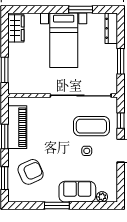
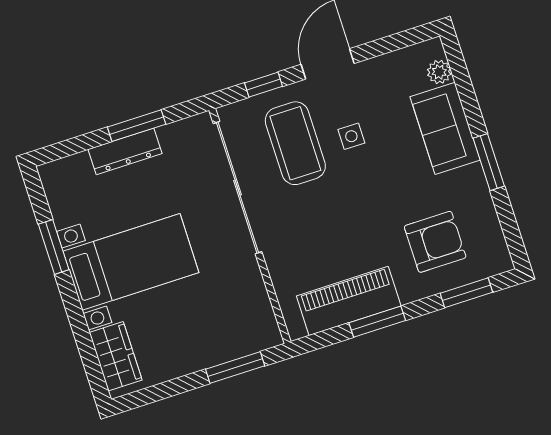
wardrobe: (16, 28) -> (116, 356), moved, turned 90
dresser: (111, 28) -> (125, 151), moved
armchair: (31, 172) -> (435, 242), turned 114

